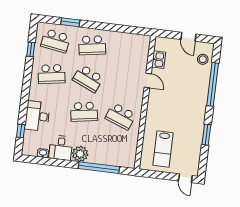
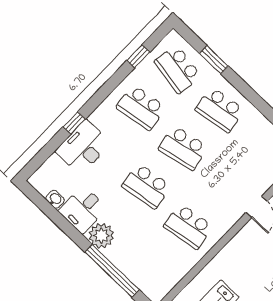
school desk: (88, 79) -> (183, 148), turned -36
school desk: (121, 116) -> (188, 226), turned -30
window: (21, 131) -> (74, 123), moved

